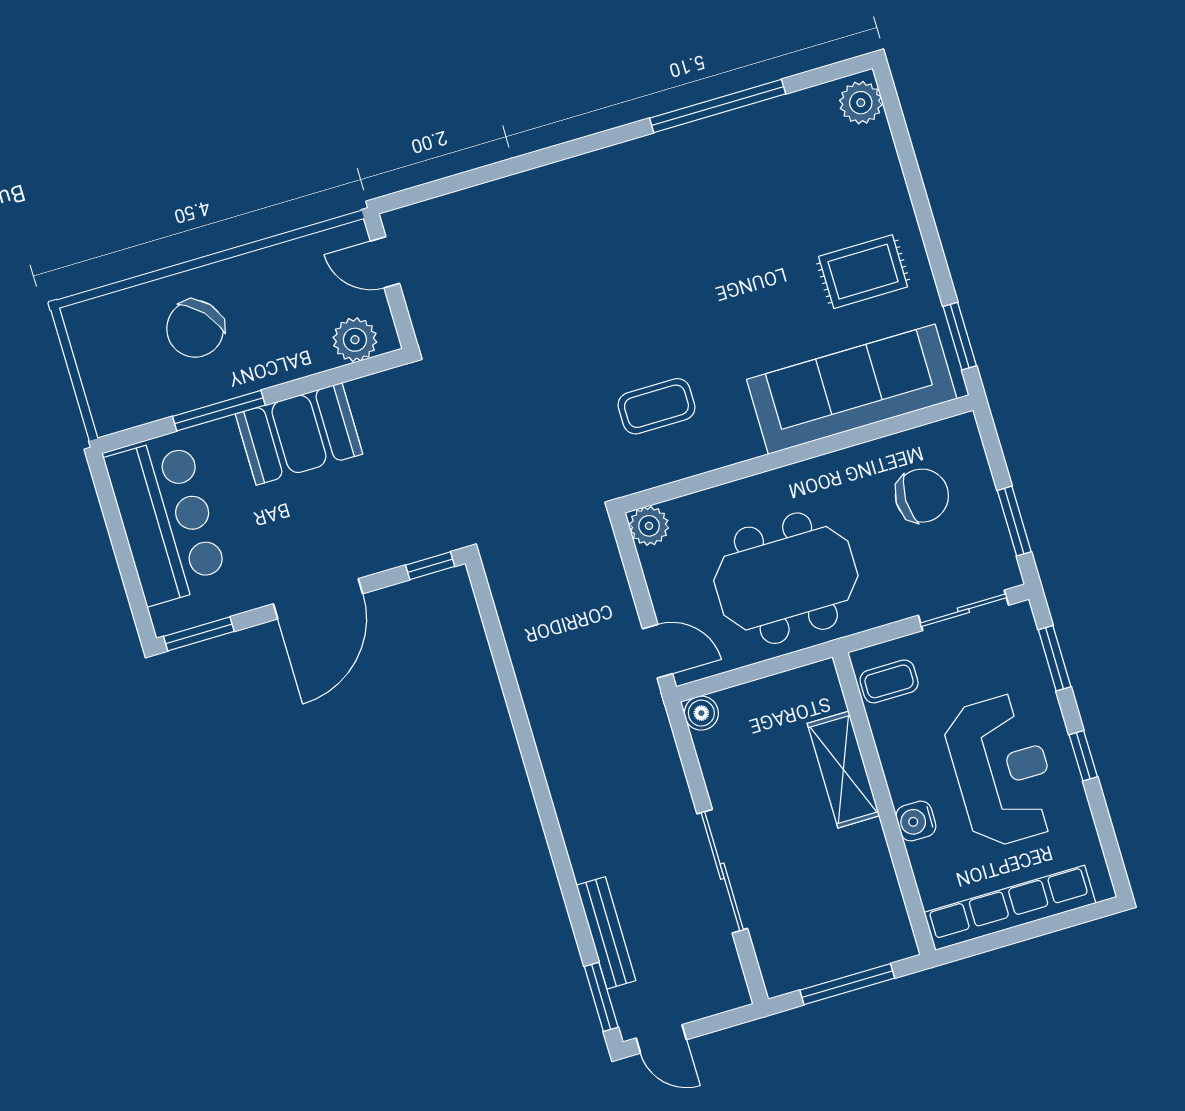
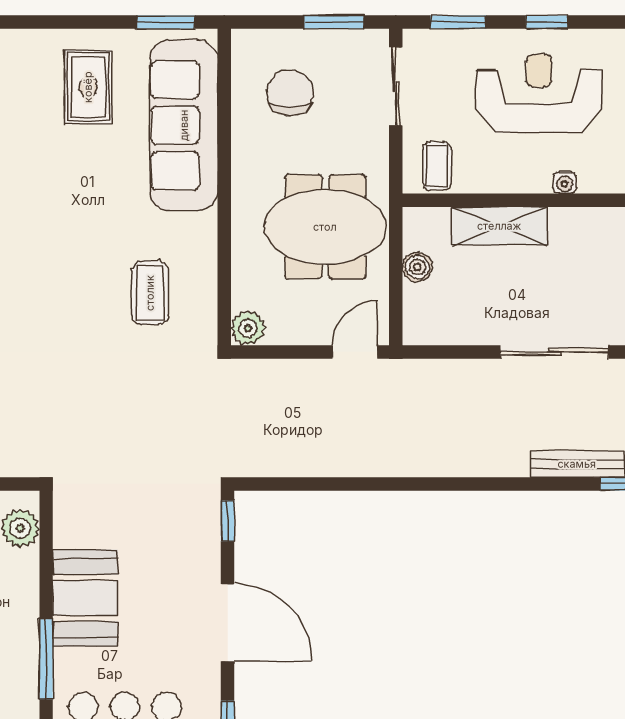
meeting table: (786, 578) -> (325, 227), turned 90
boiler: (701, 713) -> (417, 267), moved
water cooler: (916, 821) -> (565, 182), width x0.72, depth x0.72

